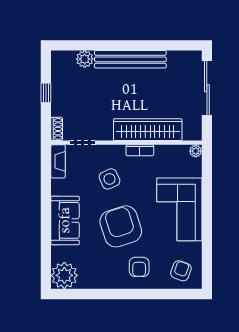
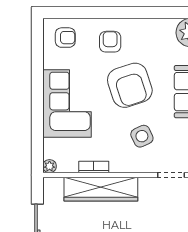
bookcase: (140, 150) -> (94, 167), moved
armchair: (181, 271) -> (65, 38), turned -110

